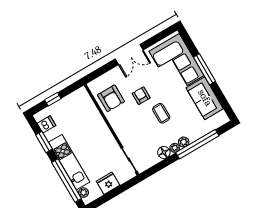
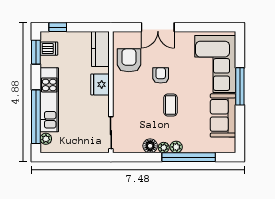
double door: (129, 54) -> (158, 27), moved
armchair: (111, 98) -> (129, 60), turned 180
window: (53, 99) -> (58, 27), moved
kitchen counter: (85, 102) -> (100, 49), added
window: (44, 142) -> (36, 52), moved
fridge: (108, 183) -> (100, 84), moved, turned -90

